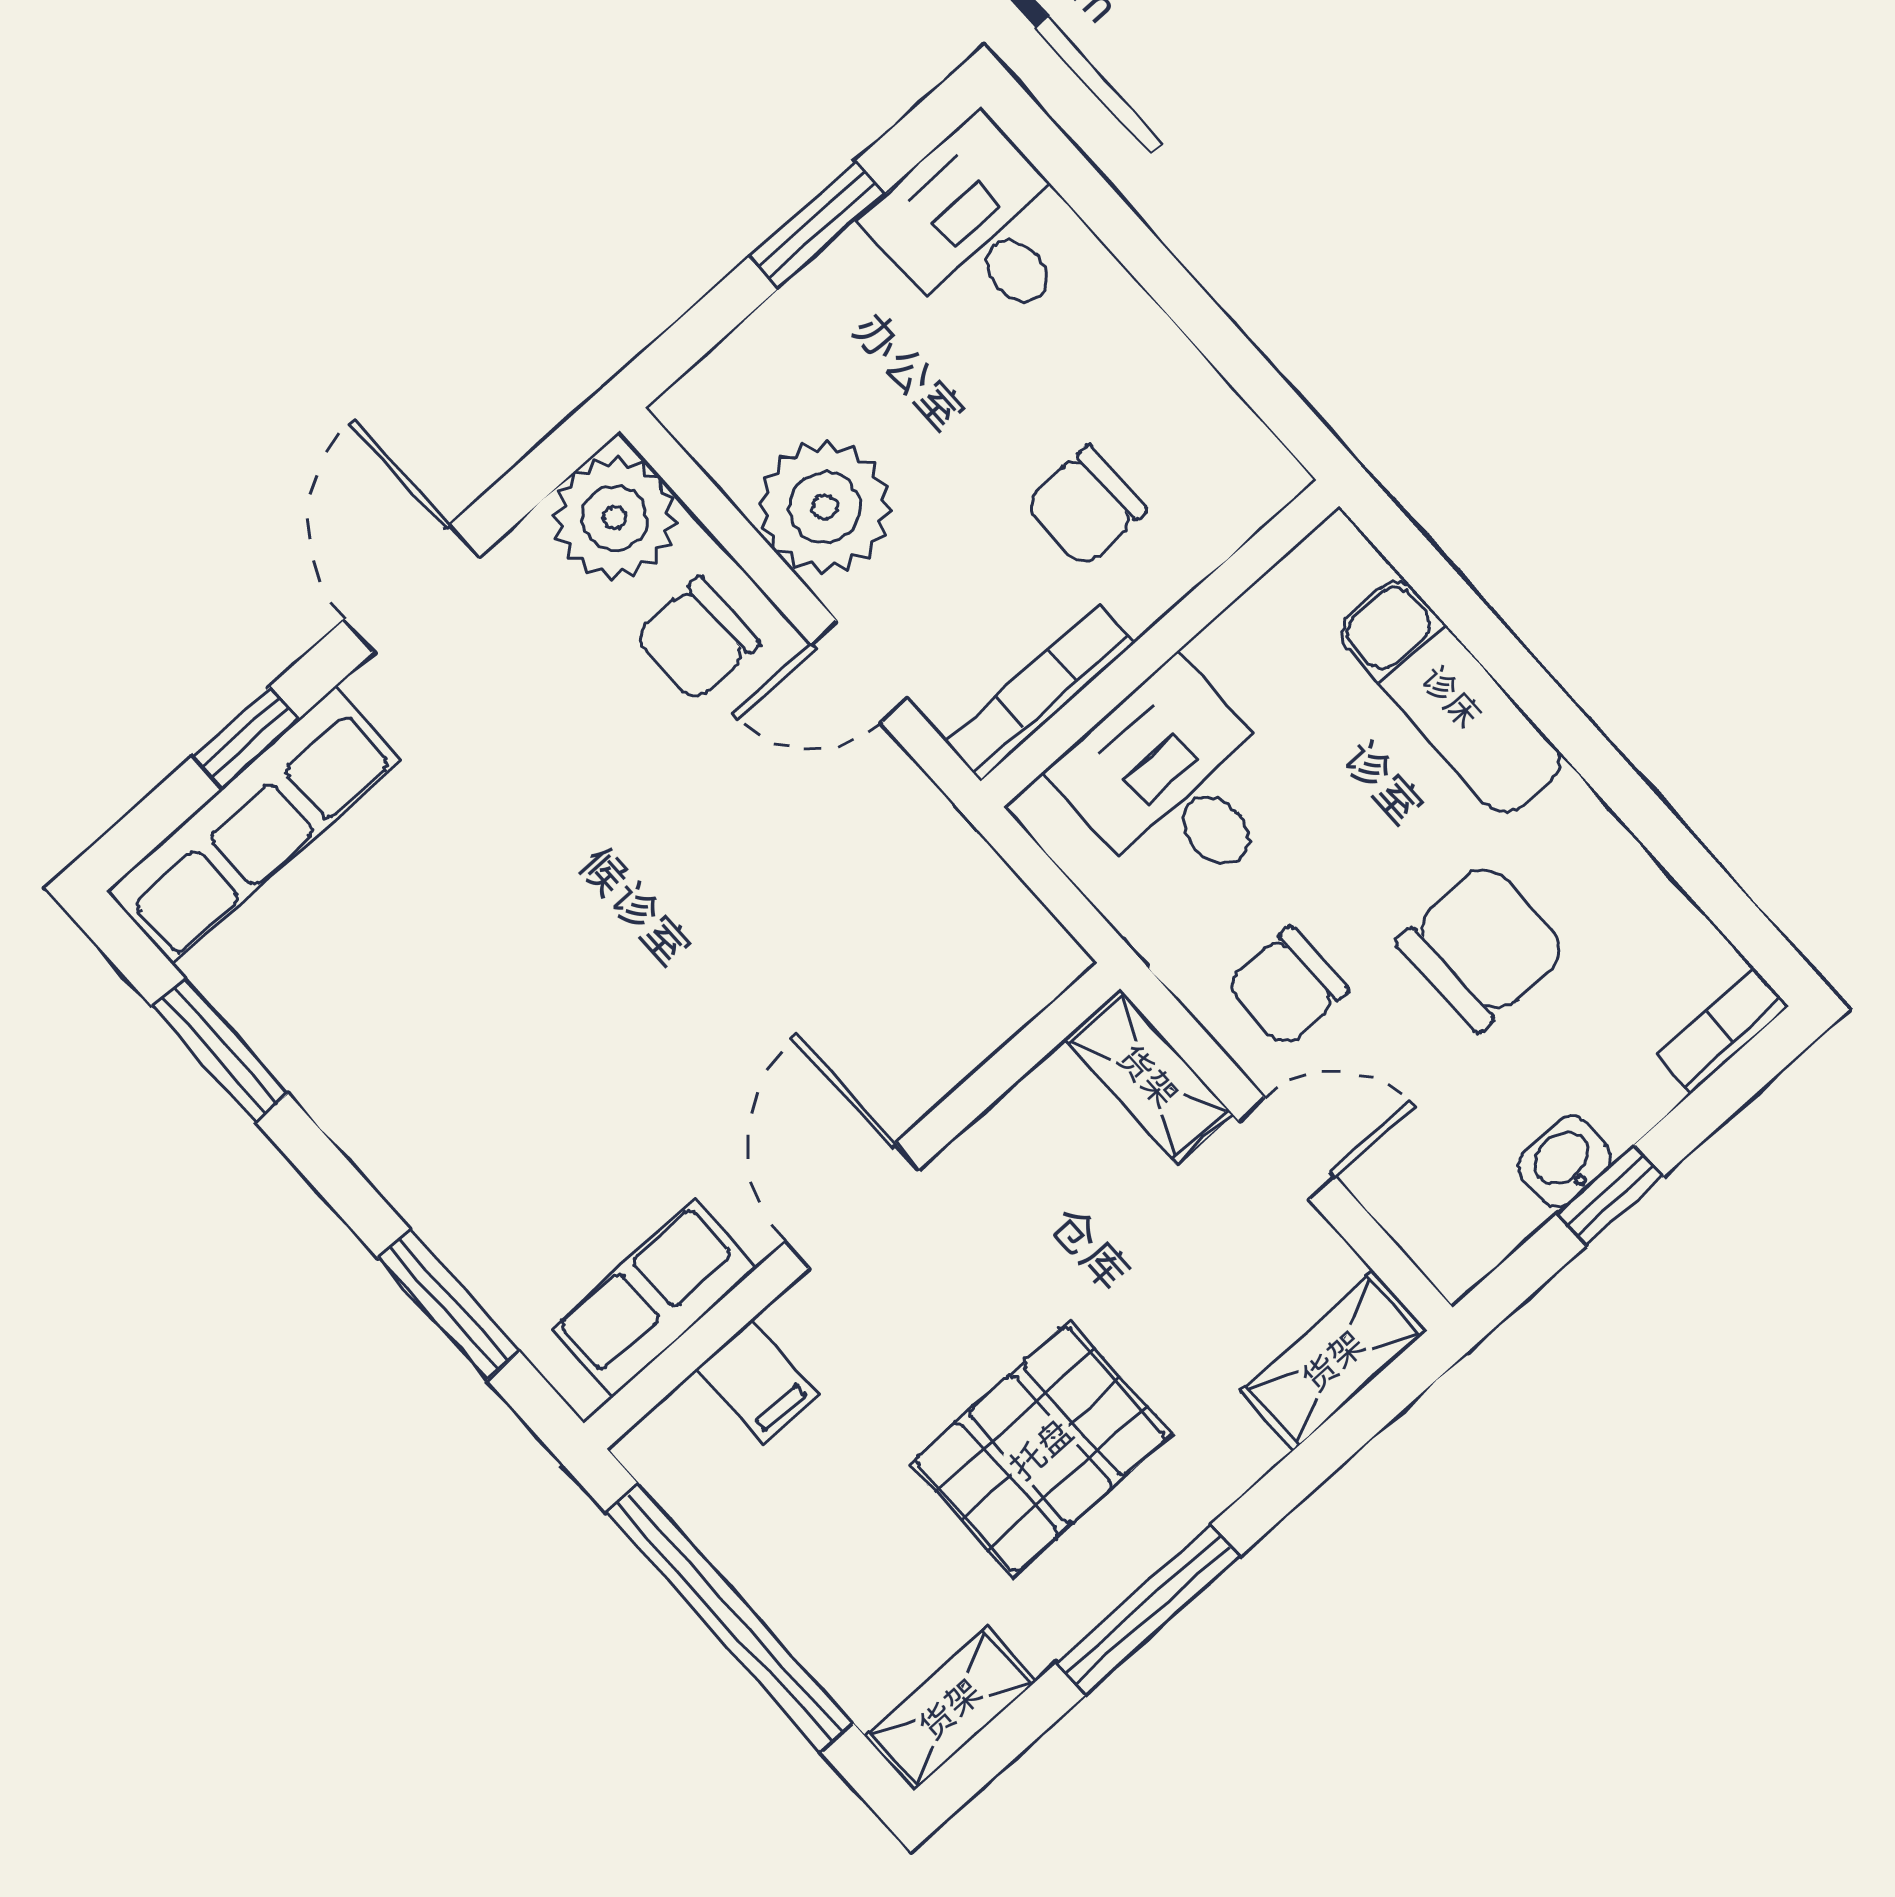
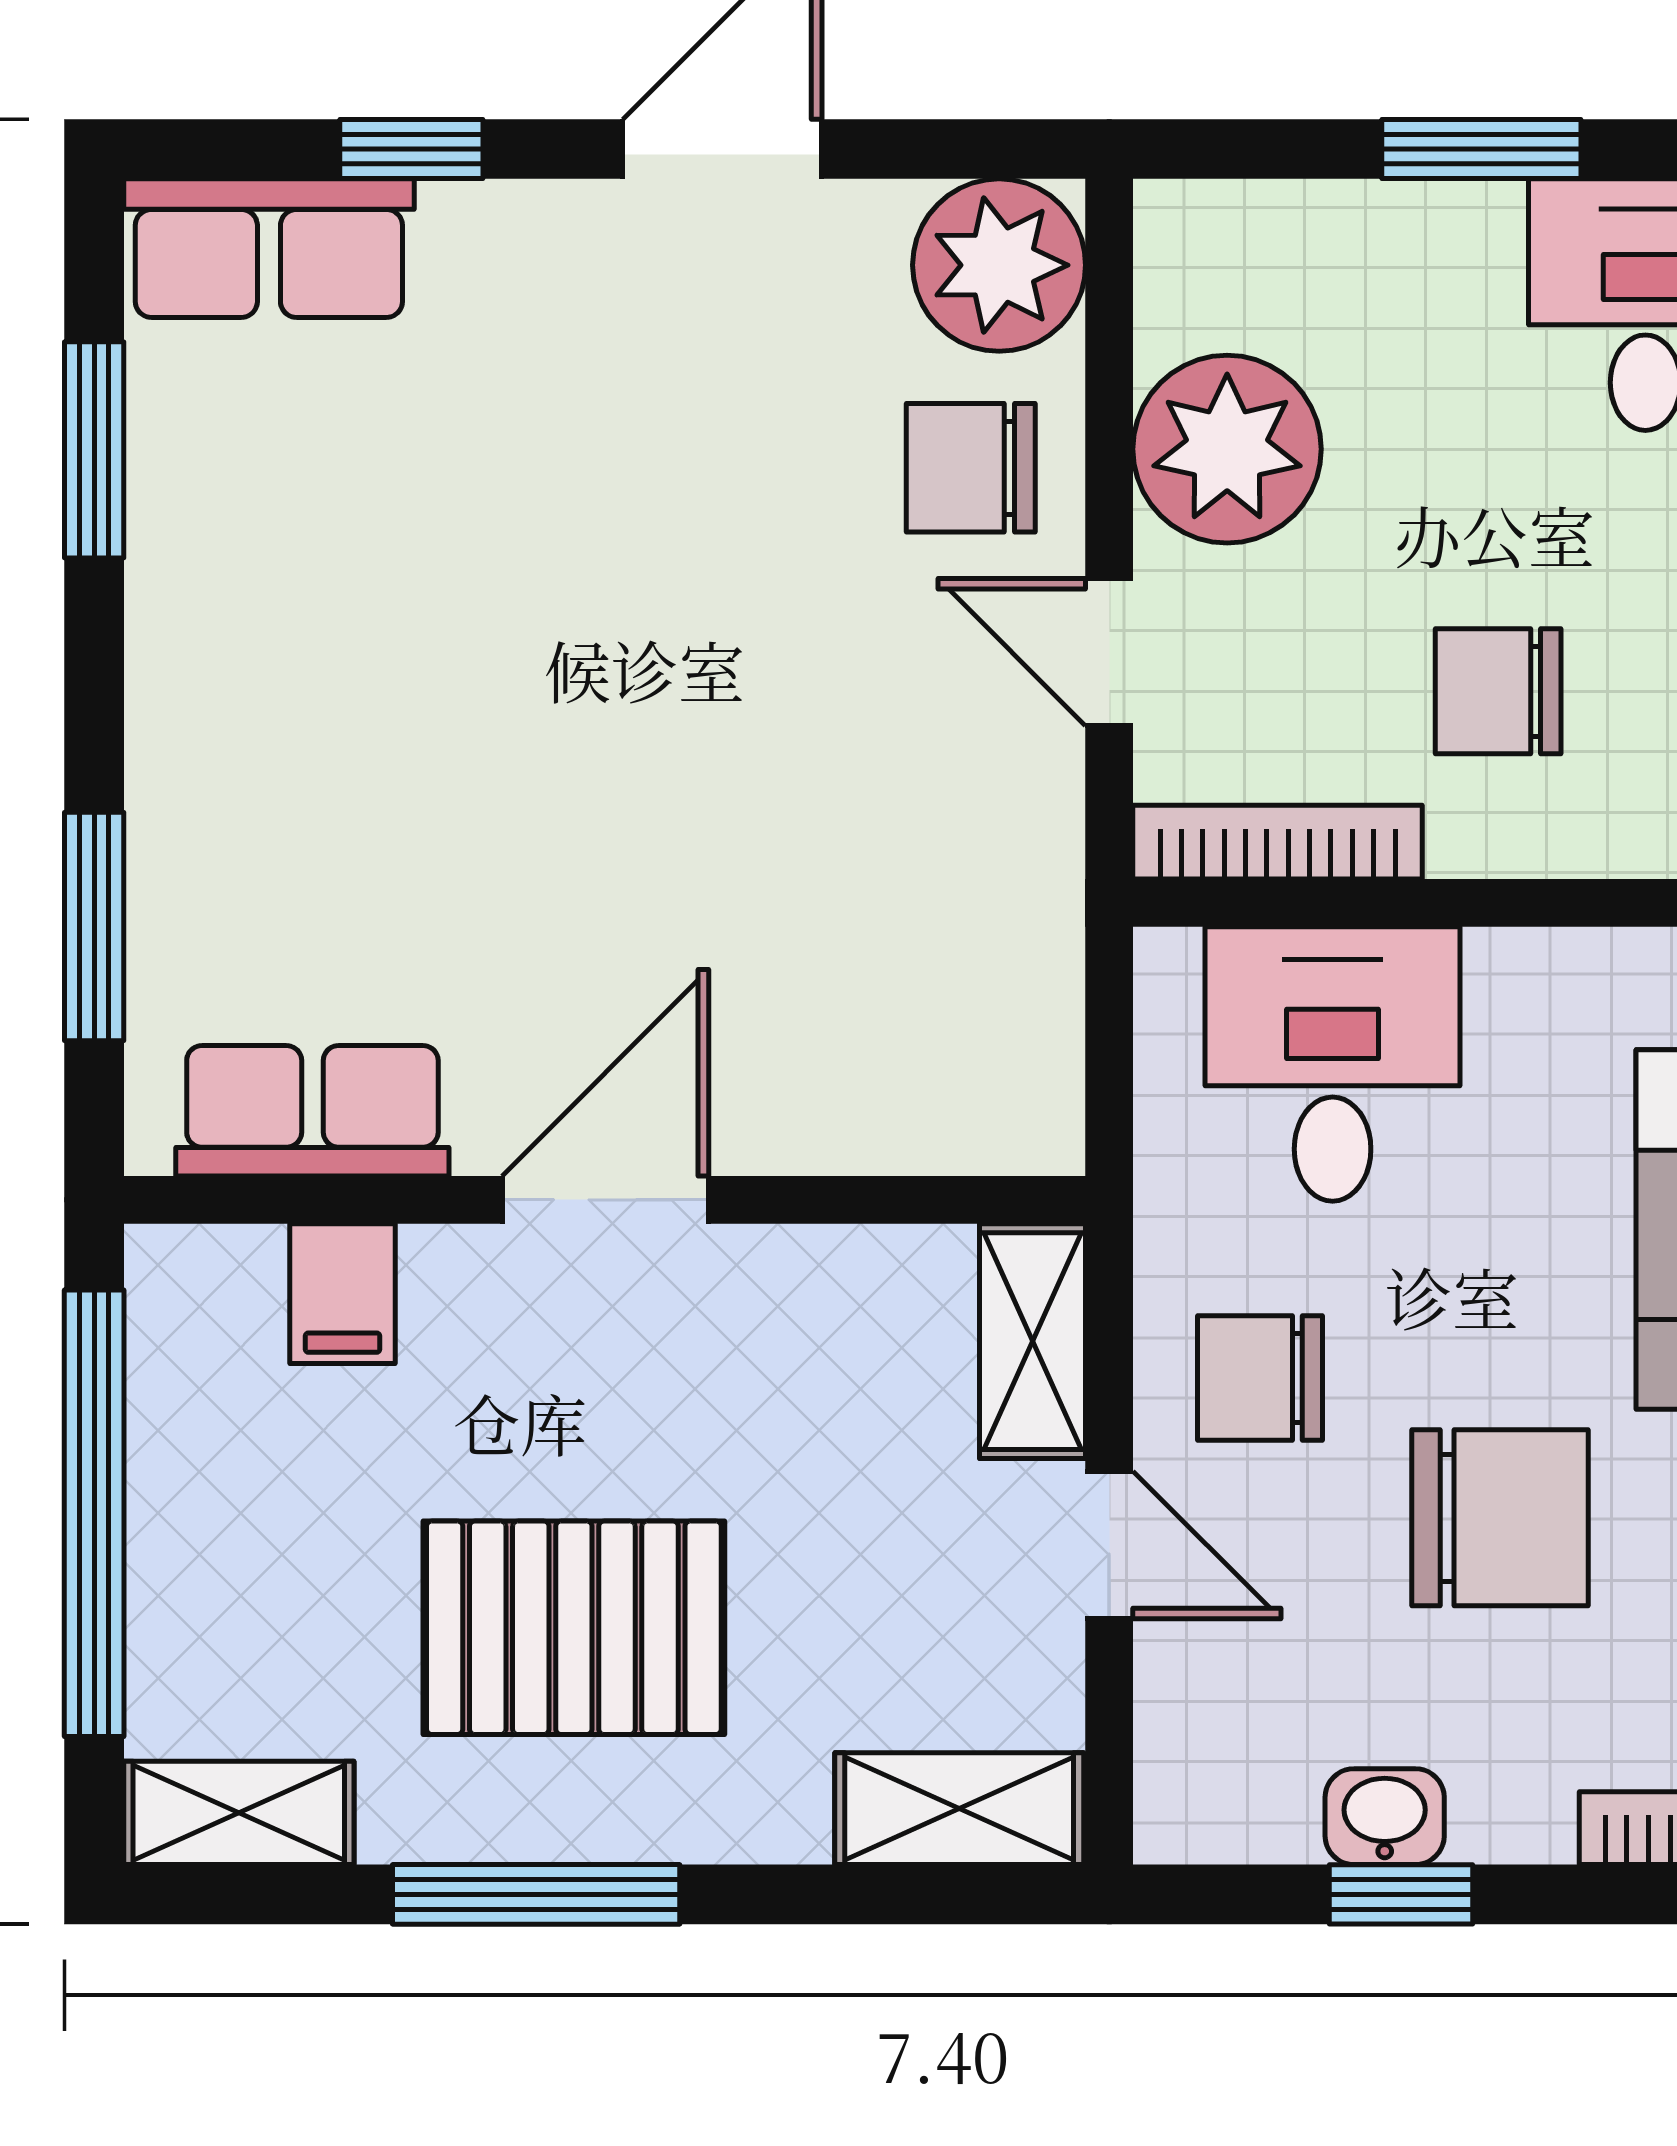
row of seats: (254, 825) -> (269, 248), width x0.68

